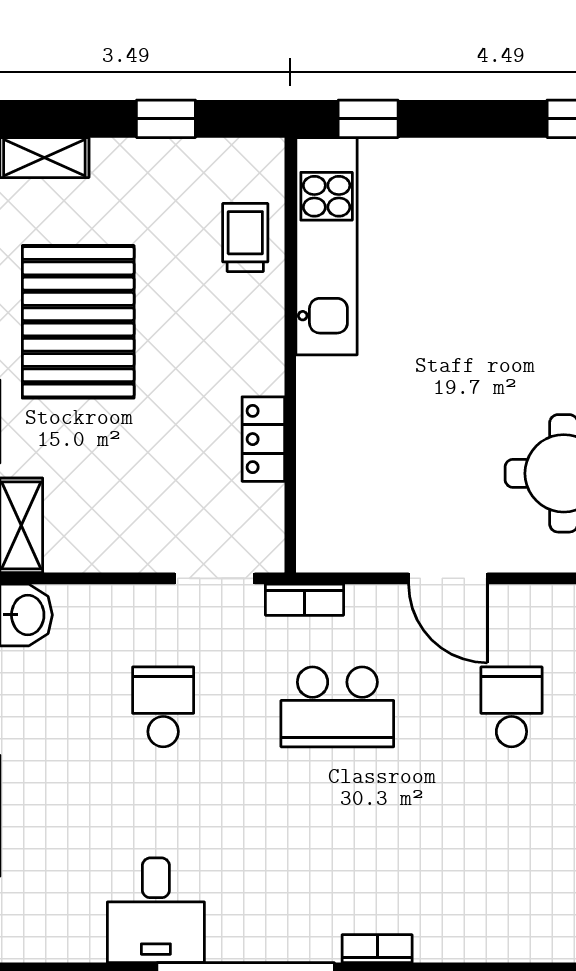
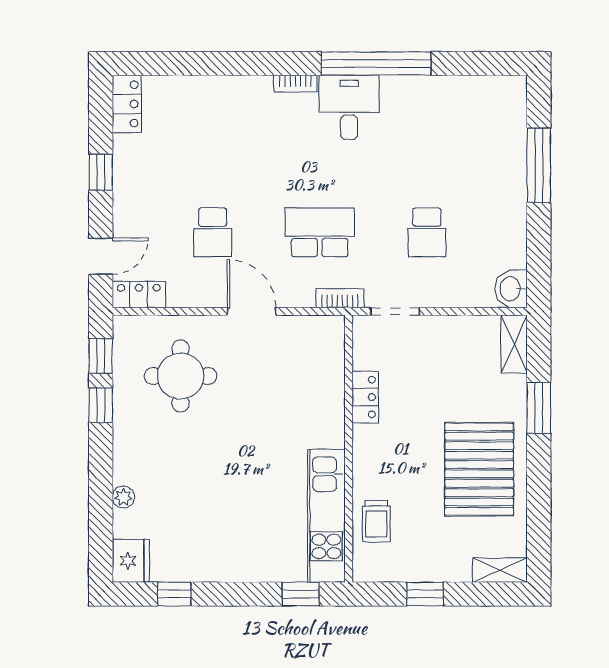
desk: (156, 910) -> (349, 107), moved

